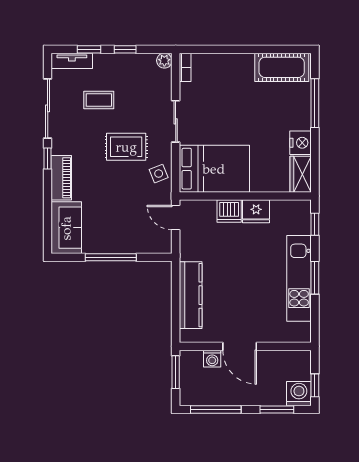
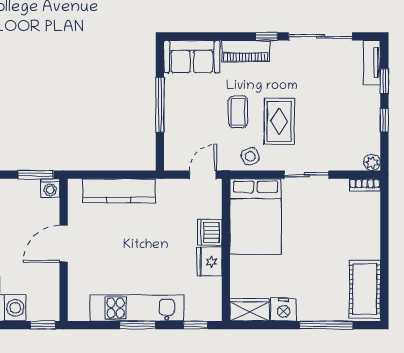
coffee table: (99, 100) -> (238, 112), moved
washing machine: (212, 359) -> (50, 188), moved, turned -90
window: (315, 385) -> (43, 325), moved

